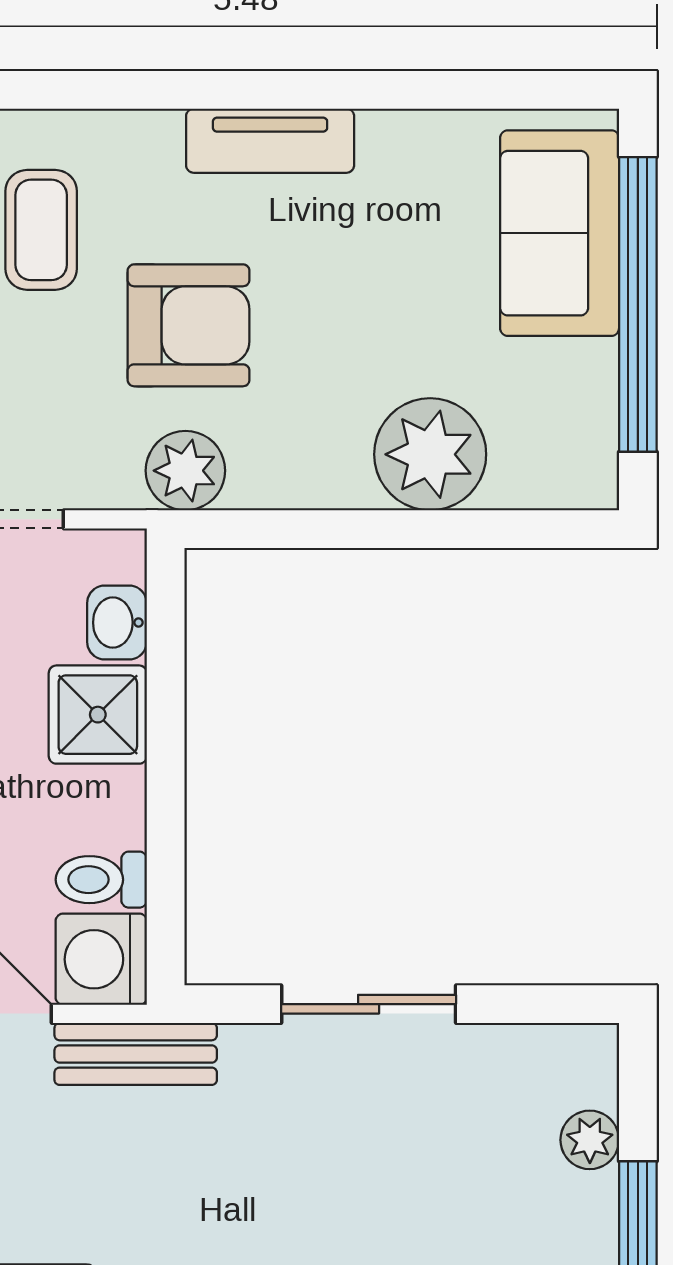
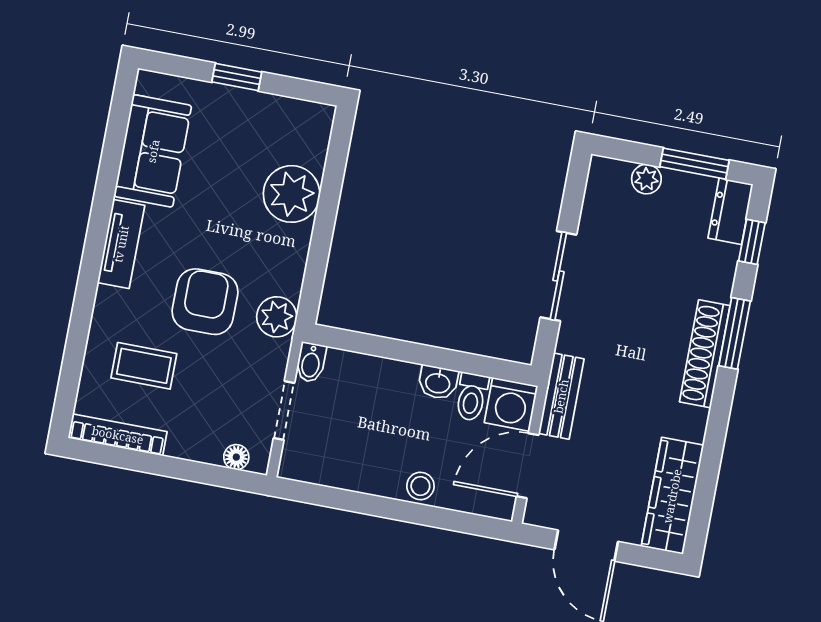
sofa: (560, 233) -> (153, 151), moved, turned -90
window: (638, 304) -> (237, 77), width x0.32
bidet: (109, 554) -> (311, 362), added
washbasin: (117, 623) -> (438, 382), moved
shower: (98, 715) -> (389, 383), removed

